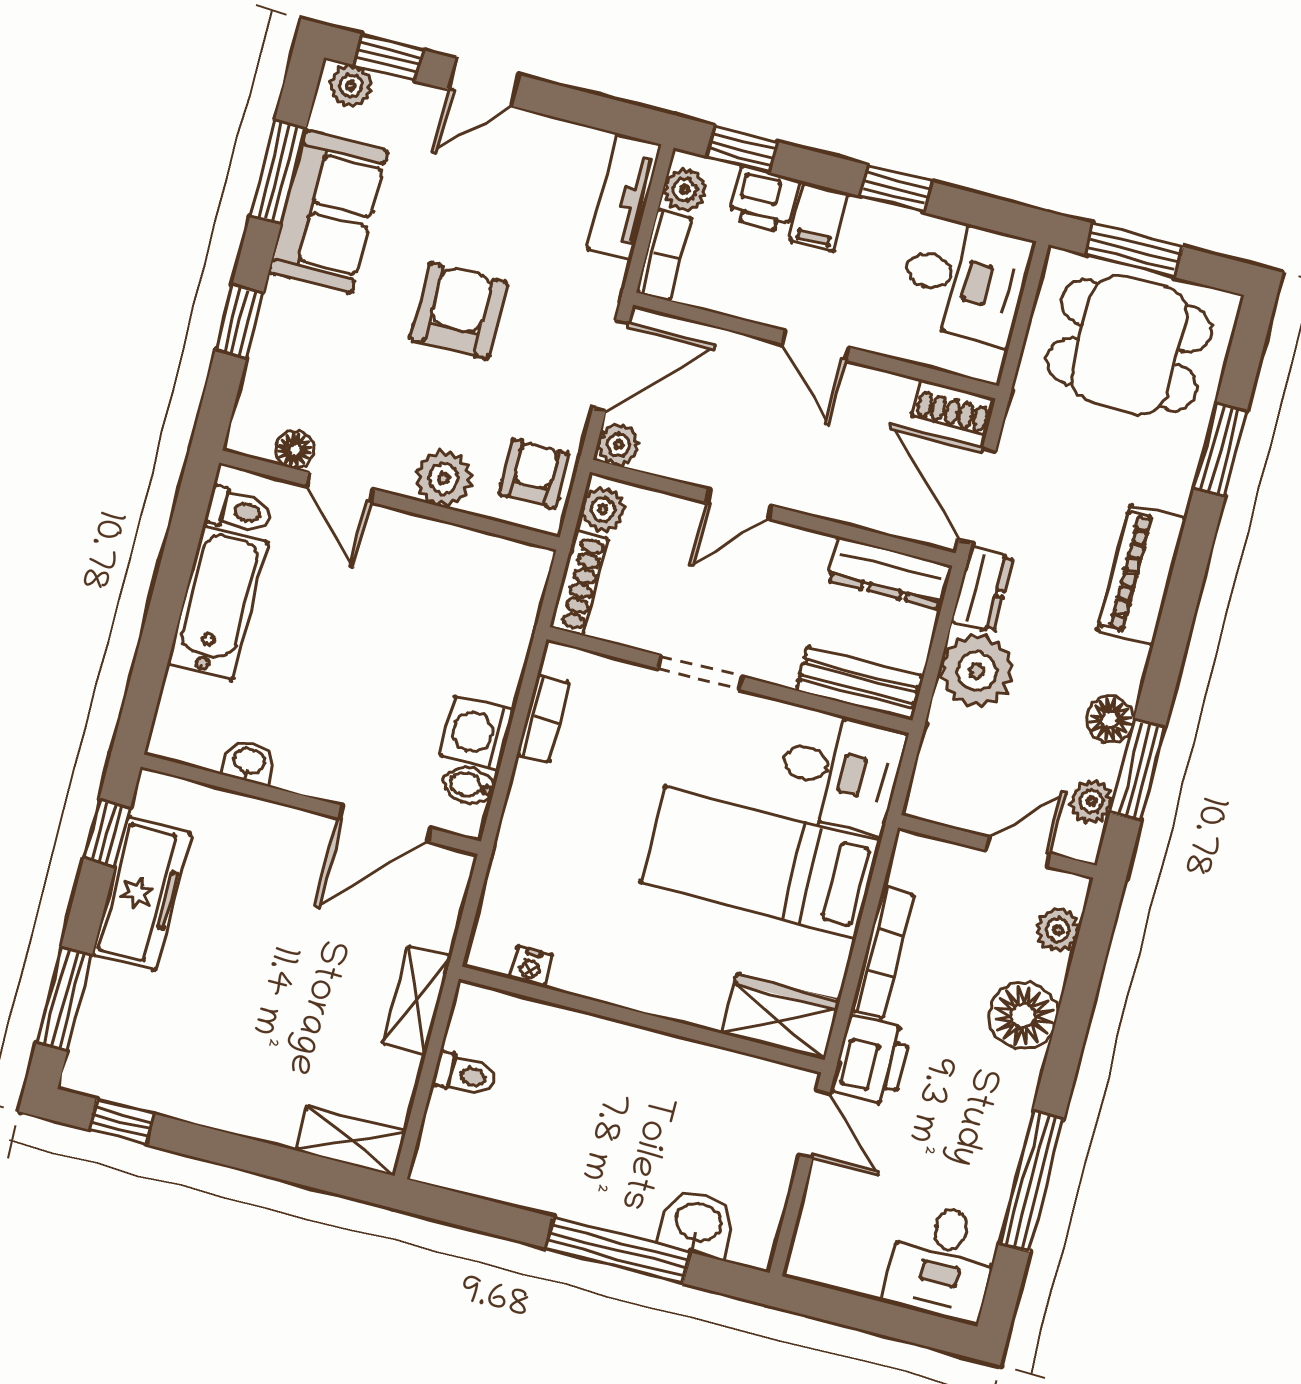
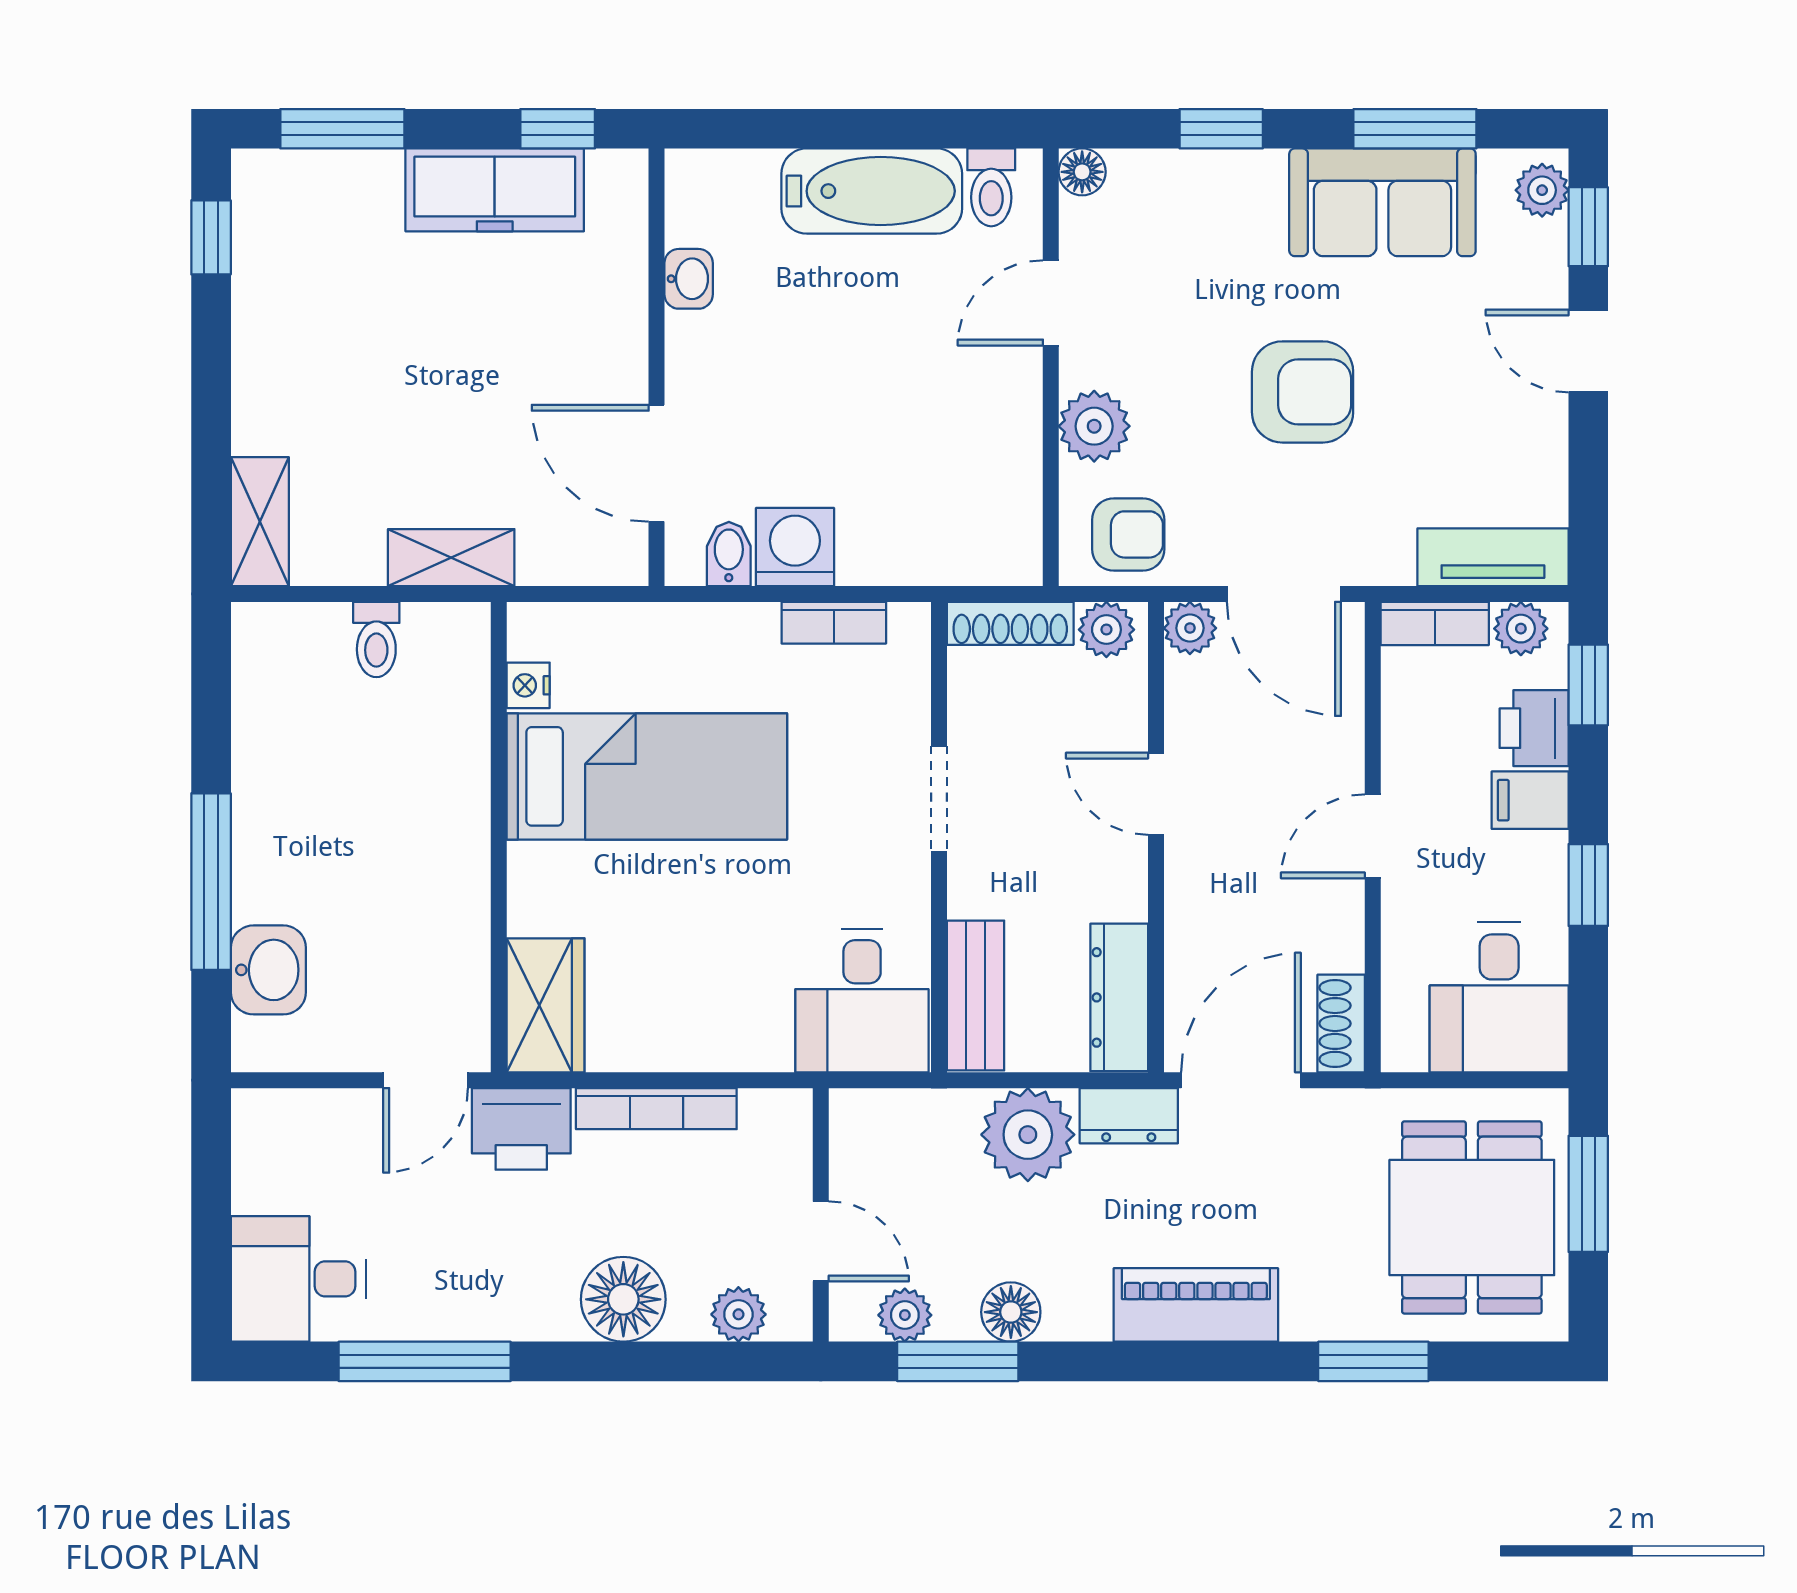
floor lamp: (295, 450) -> (1082, 172), moved
bed: (761, 862) -> (647, 776), moved, turned 90

